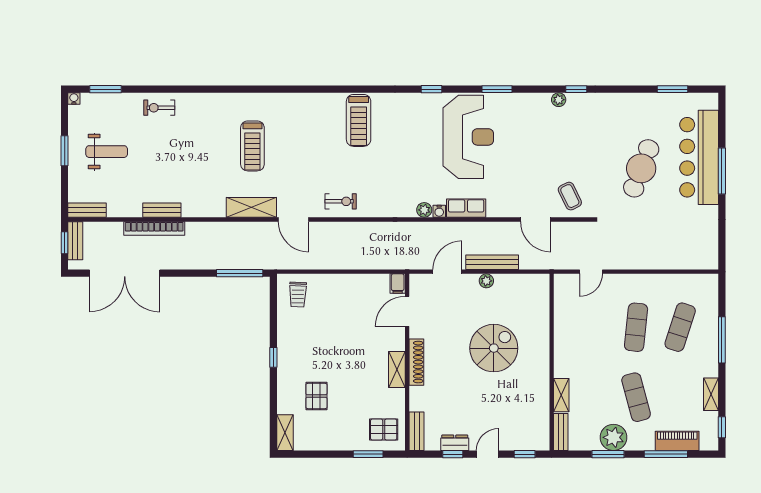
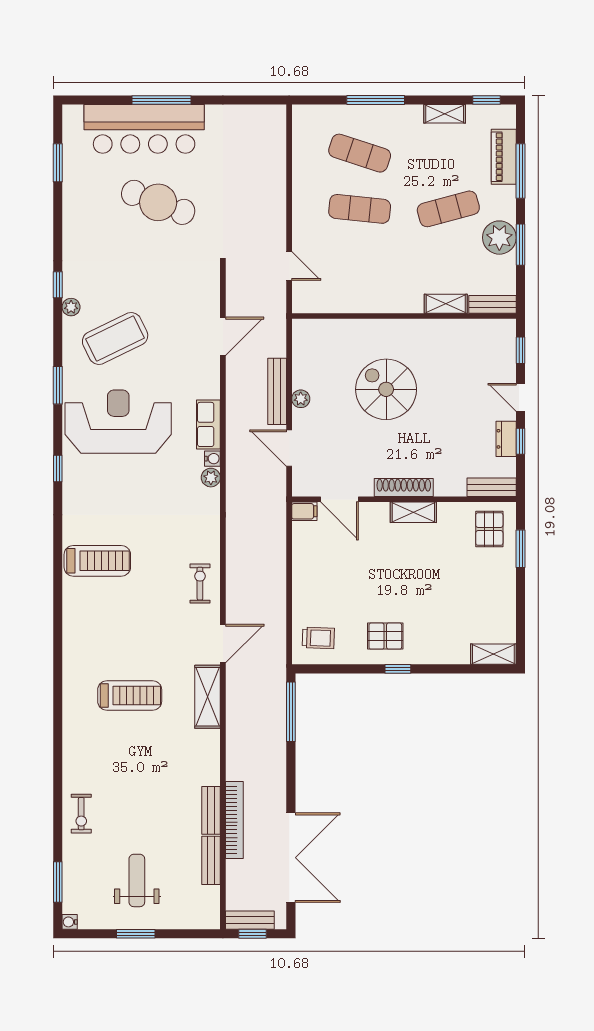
coffee table: (570, 196) -> (115, 338), moved, width x1.86, depth x1.72
bench: (87, 210) -> (211, 860), moved
pallet: (316, 396) -> (385, 636), moved

